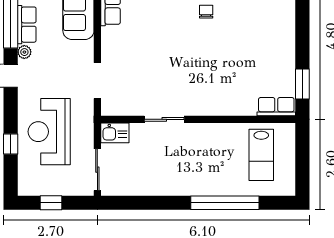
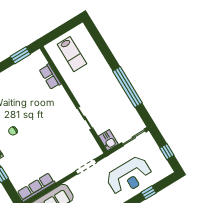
row of seats: (276, 107) -> (50, 77), moved
lab bench: (261, 155) -> (72, 54), turned 90
window: (225, 203) -> (127, 87), moved

